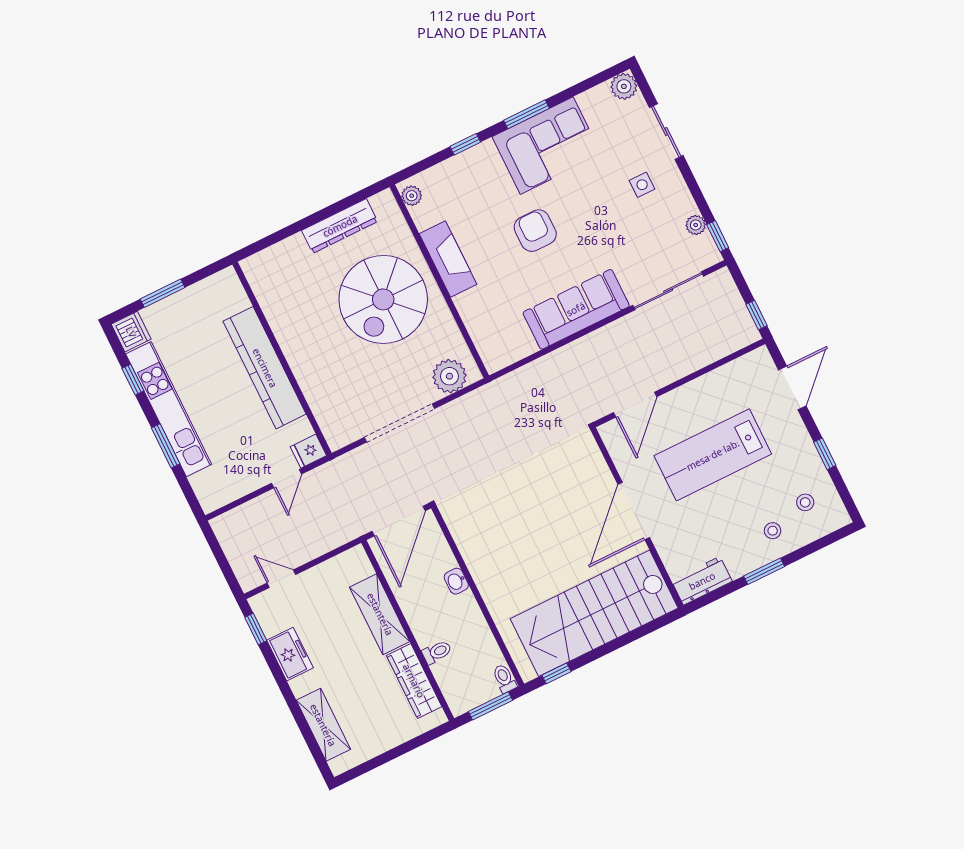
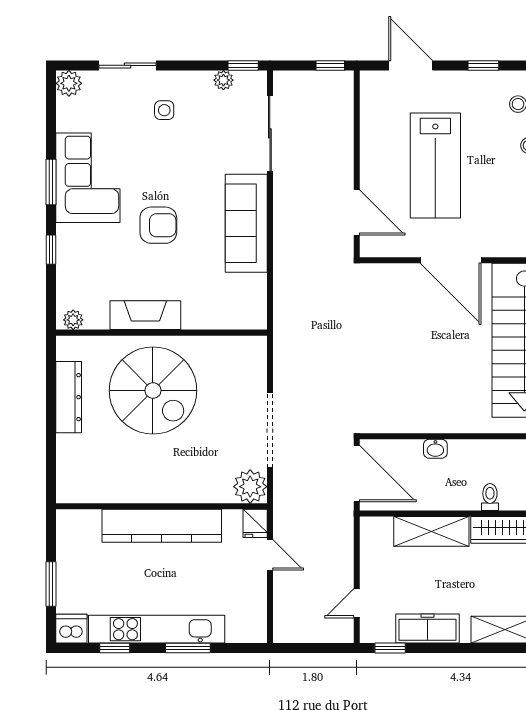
armchair: (535, 231) -> (158, 225), turned 180
plant: (449, 376) -> (250, 487), moved
freezer: (290, 654) -> (427, 629), width x1.40

